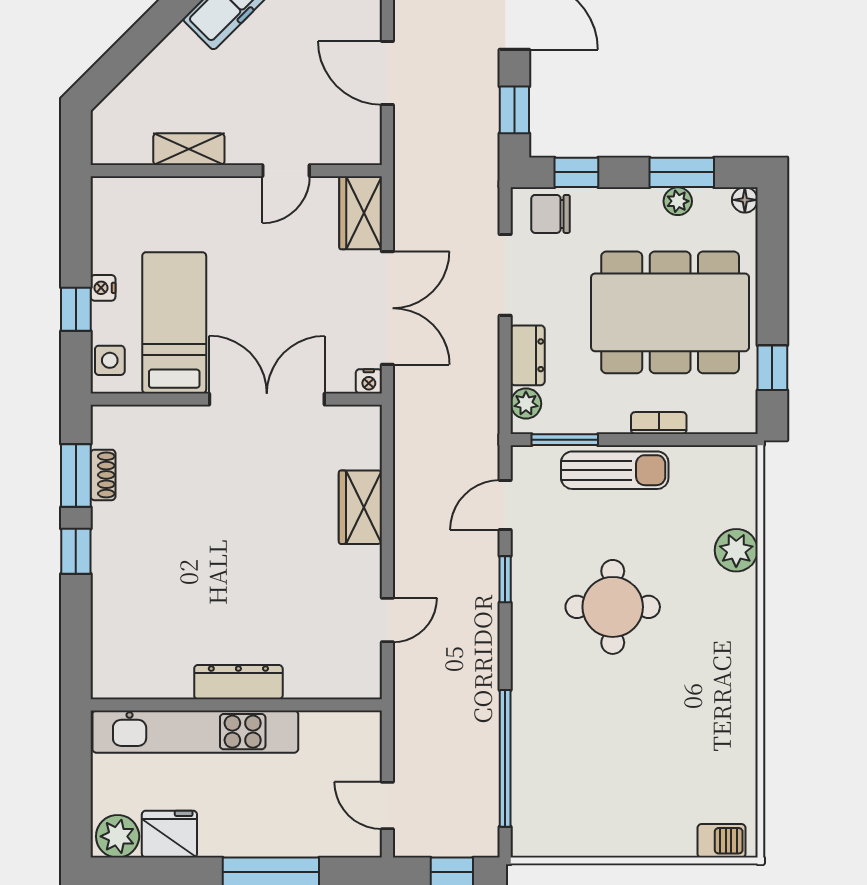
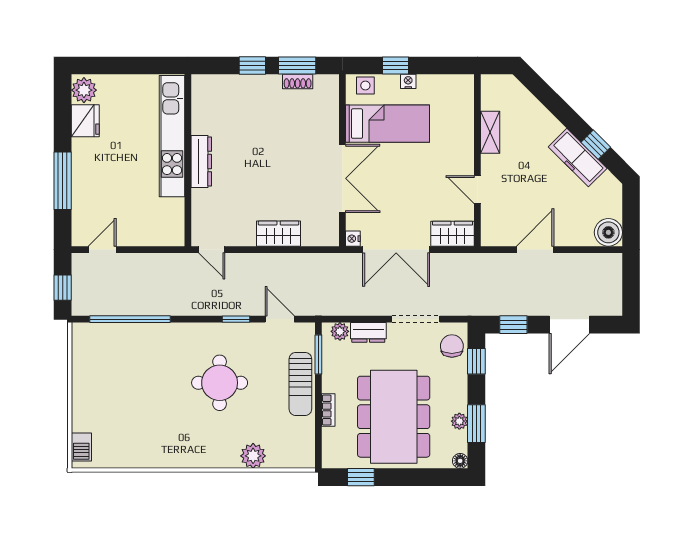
dresser: (238, 682) -> (201, 162), moved
wall: (236, 705) -> (188, 160), moved
kitchen unit: (195, 732) -> (172, 136), moved

